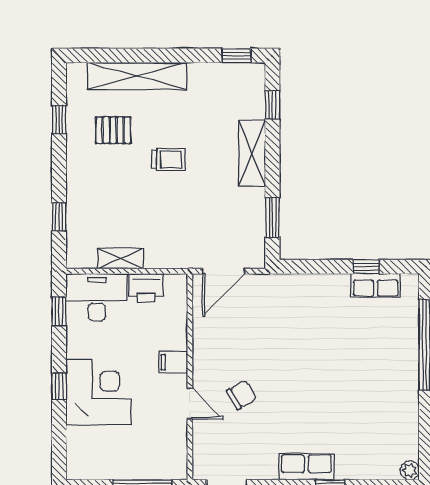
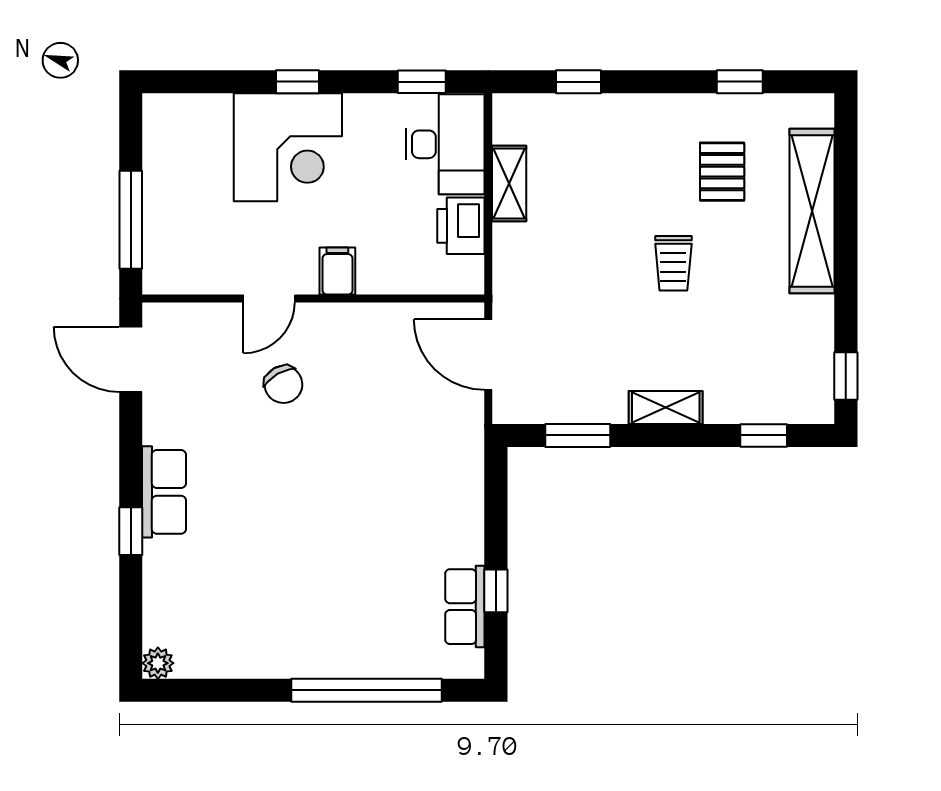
shelving: (252, 153) -> (666, 407), width x0.67, depth x0.75

